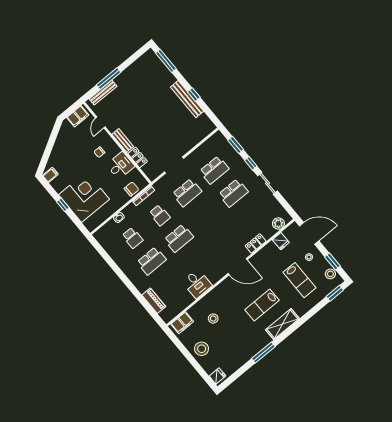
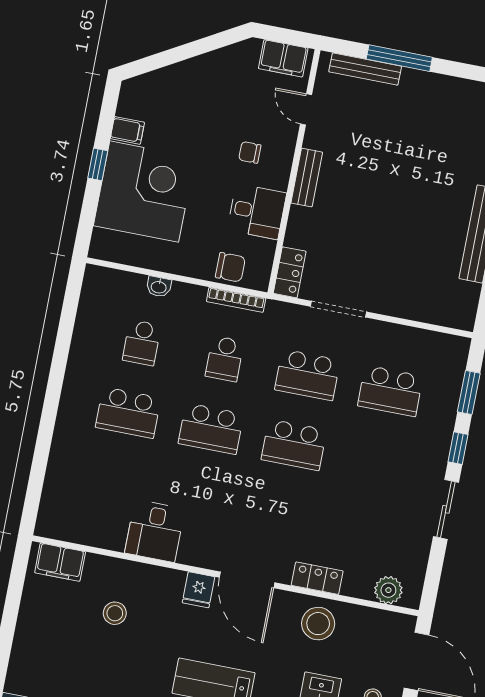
door: (100, 122) -> (306, 109), hinge flipped
locker: (138, 157) -> (290, 272), moved
filing cabinet: (50, 175) -> (127, 130), moved
school desk: (233, 193) -> (294, 445), moved
fridge: (281, 241) -> (199, 590), moved
piano: (154, 301) -> (58, 477), removed
stool: (202, 349) -> (318, 624), moved

